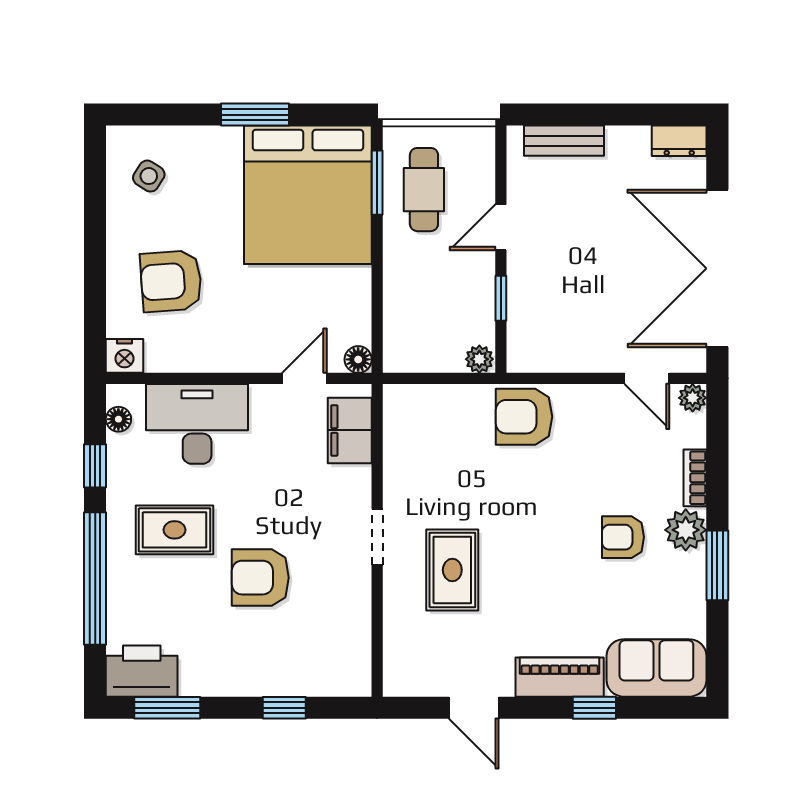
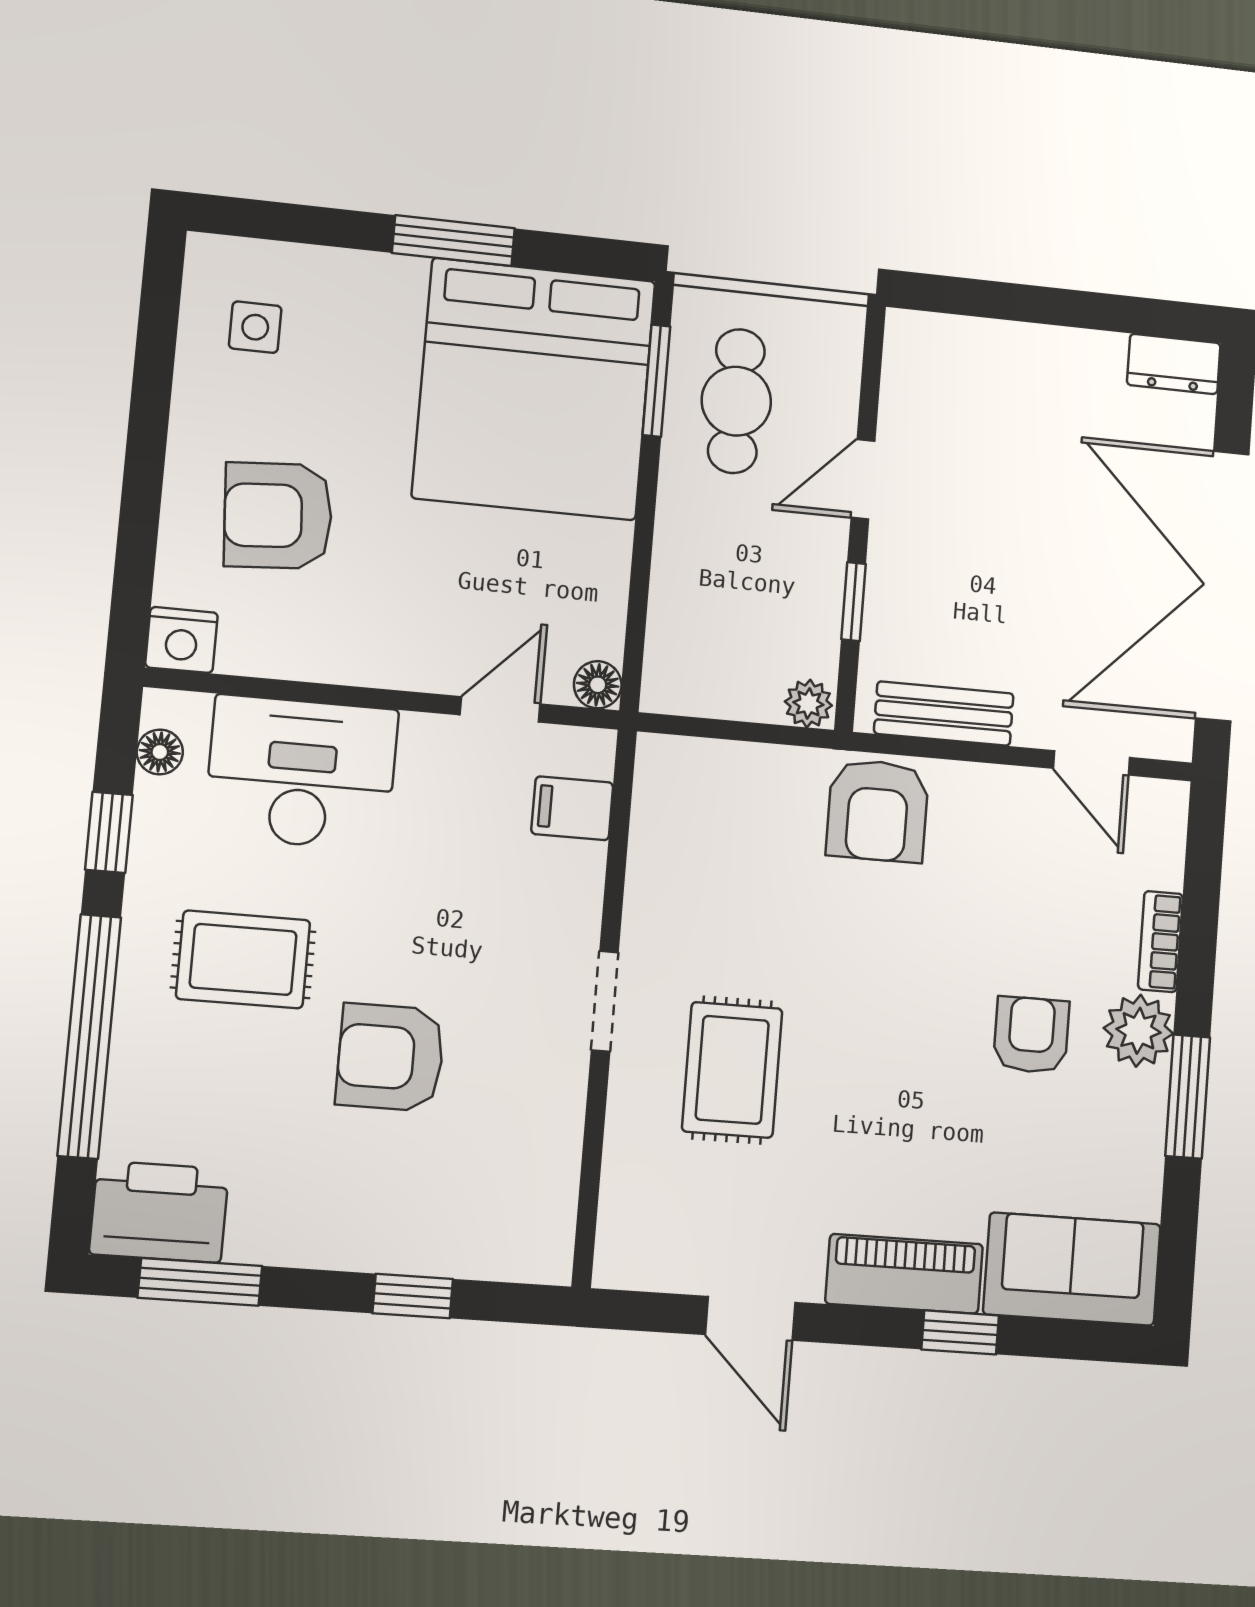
bench: (564, 141) -> (944, 714), moved
side table: (149, 176) -> (255, 327), turned -32
plant: (693, 398) -> (1166, 803), removed
armchair: (524, 417) -> (877, 811), turned -90
filing cabinet: (350, 430) -> (572, 808), width x0.50
armchair: (623, 537) -> (1031, 1035), turned 90

